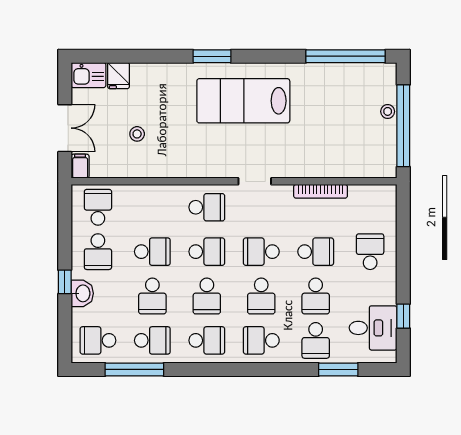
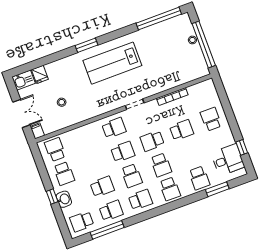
school desk: (152, 252) -> (93, 163), removed
school desk: (152, 296) -> (102, 187), turned -90
school desk: (316, 296) -> (190, 154), removed
school desk: (261, 340) -> (170, 189), turned -90

